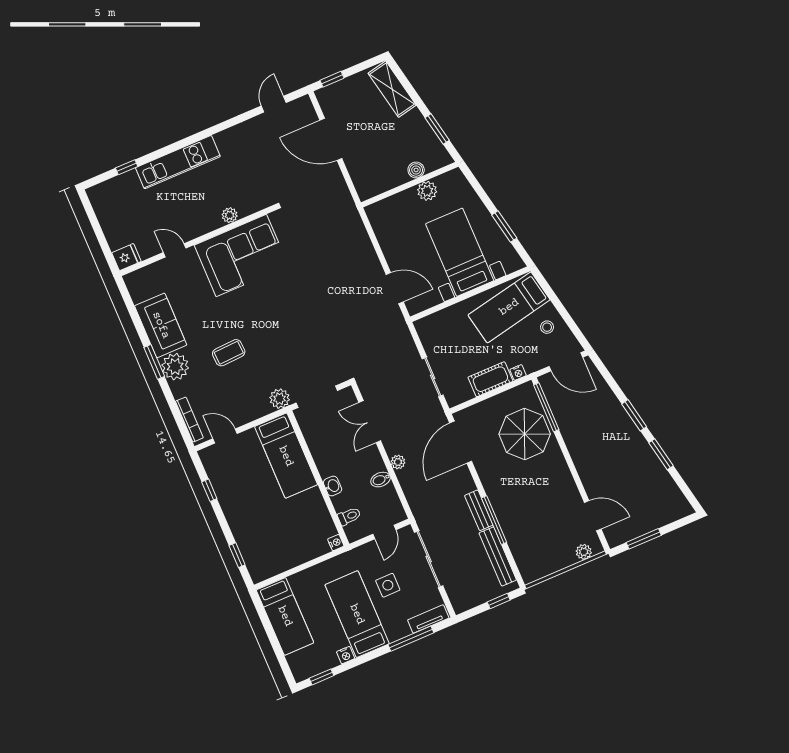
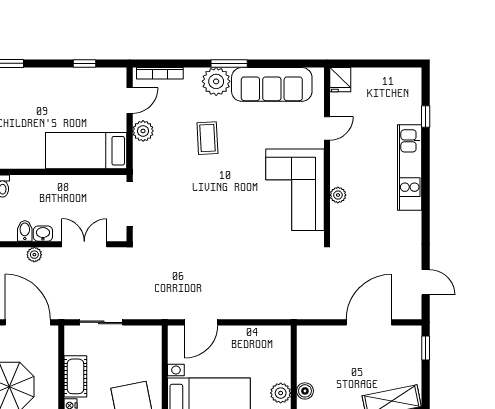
sofa: (161, 325) -> (272, 84), width x1.36
plant: (280, 399) -> (143, 131), moved
washbasin: (333, 486) -> (43, 234), moved, turned 180

